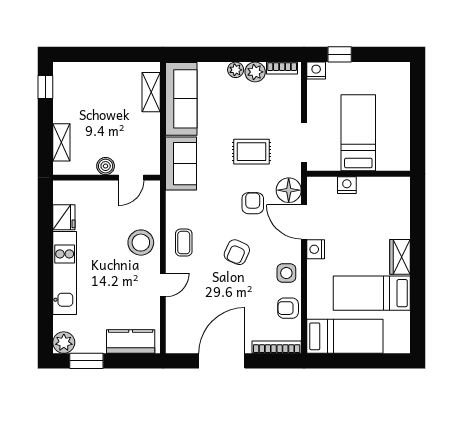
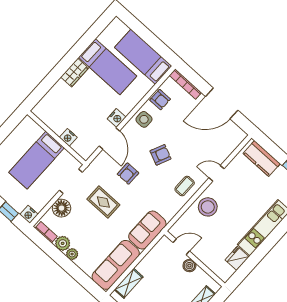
floor lamp: (289, 190) -> (62, 208), moved

